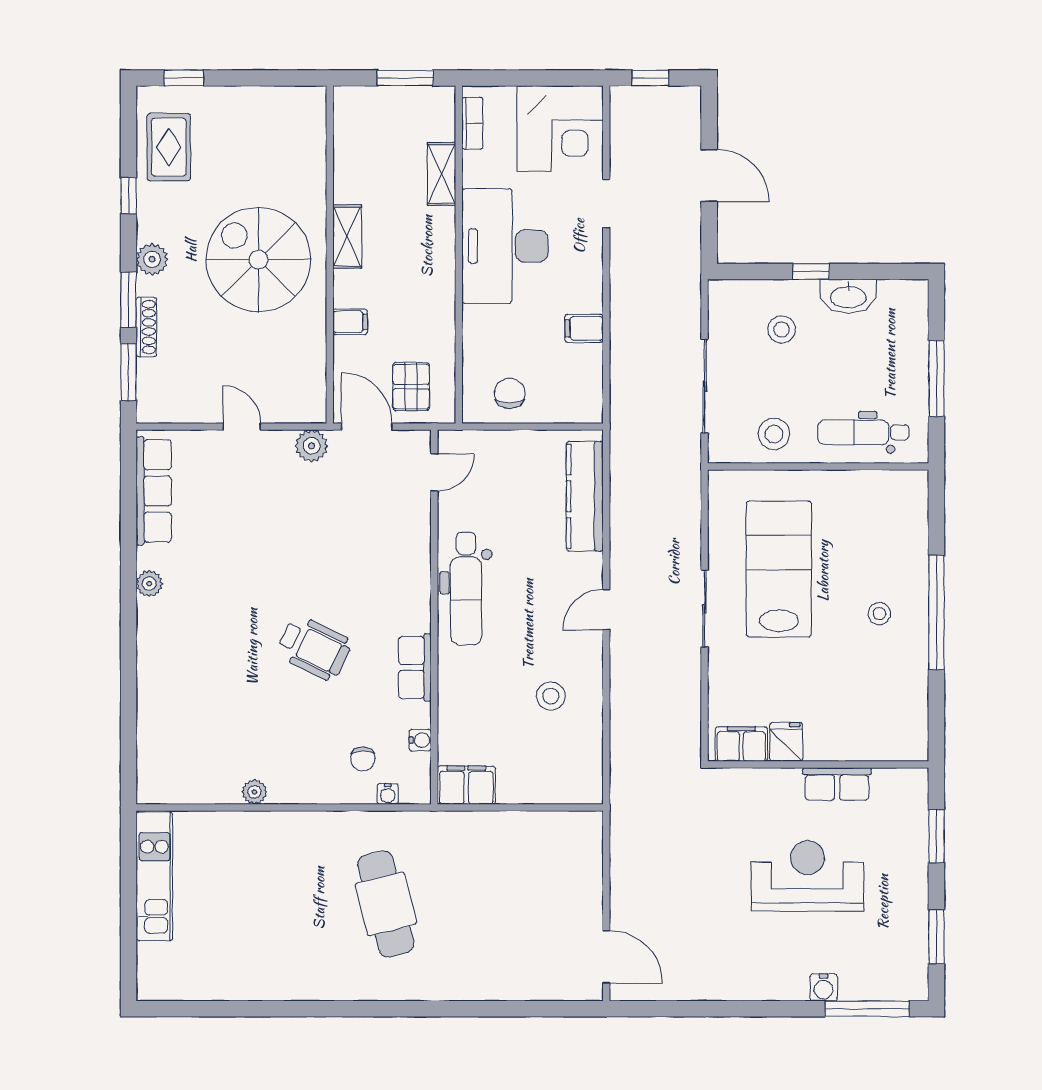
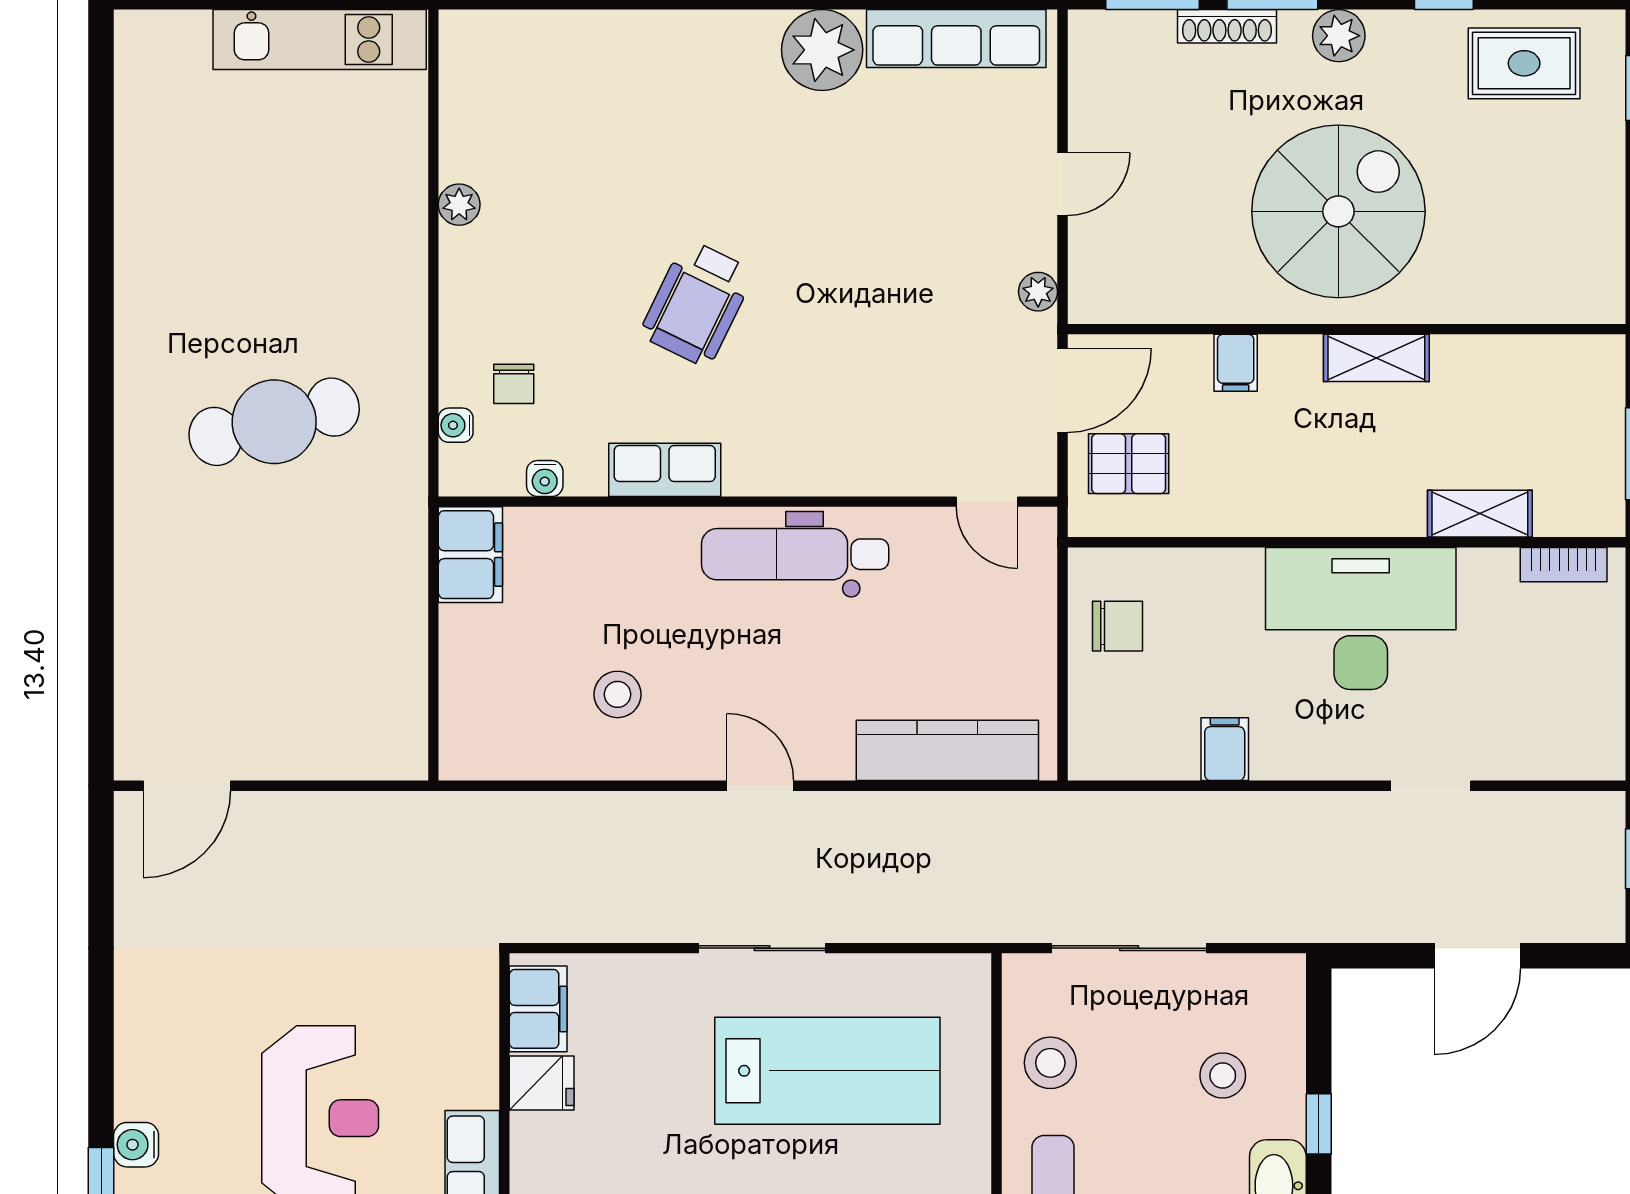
corner desk: (560, 129) -> (1555, 710), removed
plant: (311, 446) -> (1038, 292), width x0.73, depth x0.73
plant: (149, 584) -> (822, 50), width x1.87, depth x1.87
chair: (363, 759) -> (514, 384), turned -90

